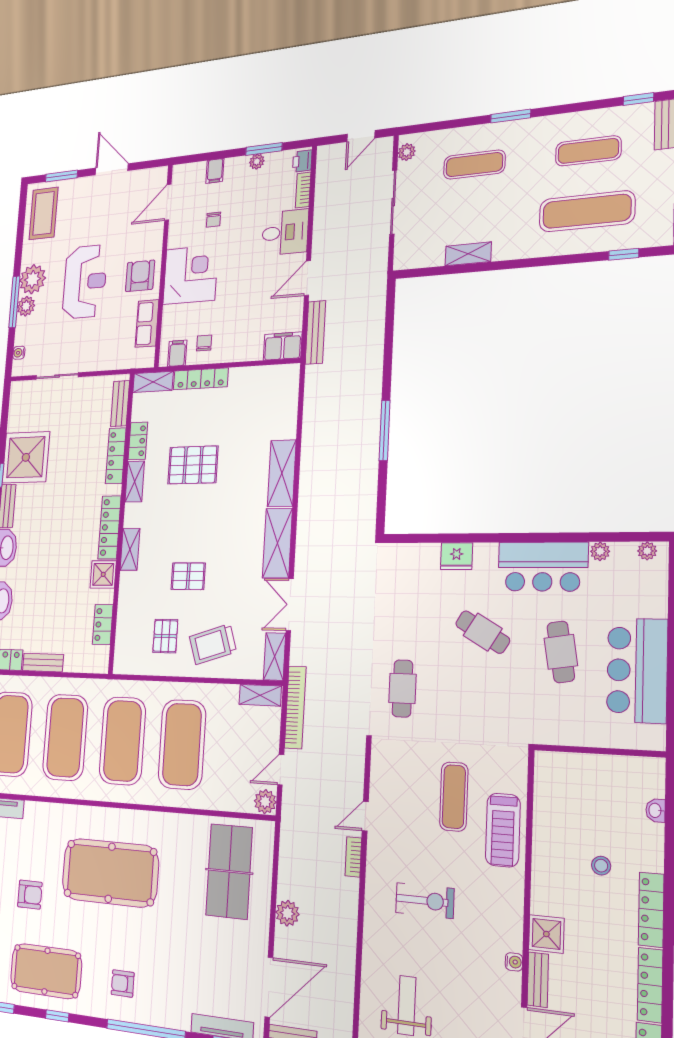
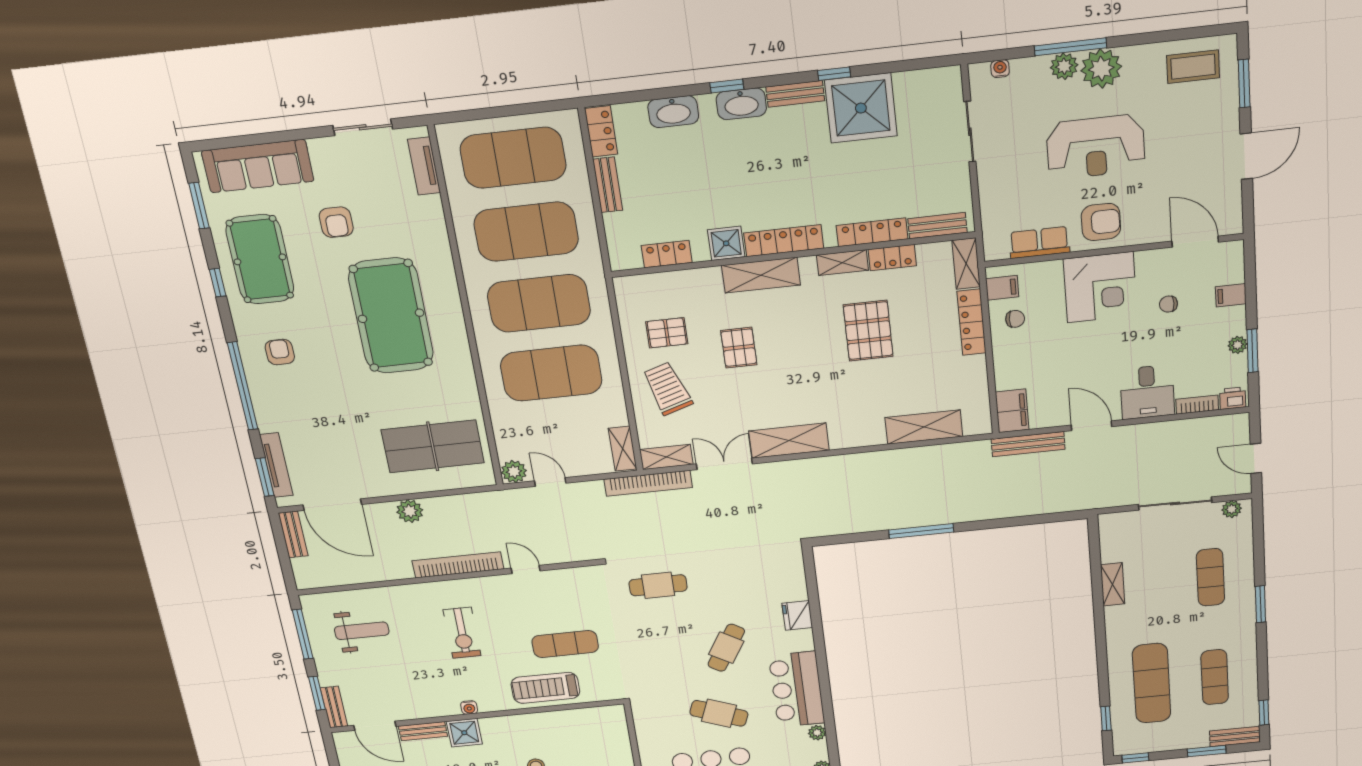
coffee table: (44, 213) -> (1193, 67), width x0.73, depth x0.76
shelving: (282, 473) -> (924, 427), moved
shelving: (130, 549) -> (761, 275), width x1.50, depth x1.33
cafe table: (561, 652) -> (719, 713), turned 30
bookcase: (295, 707) -> (648, 483), moved
bookcase: (353, 857) -> (458, 565), width x2.31, depth x1.31
water cooler: (514, 962) -> (469, 707), moved

